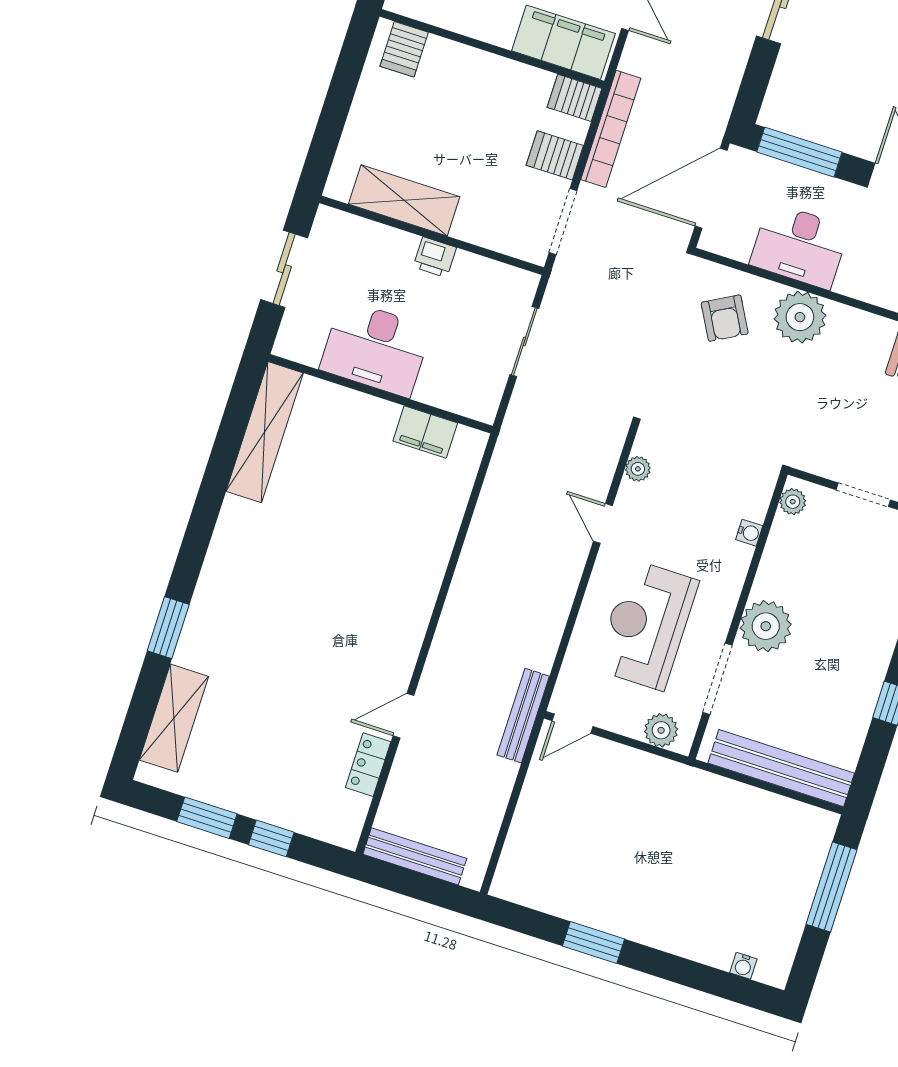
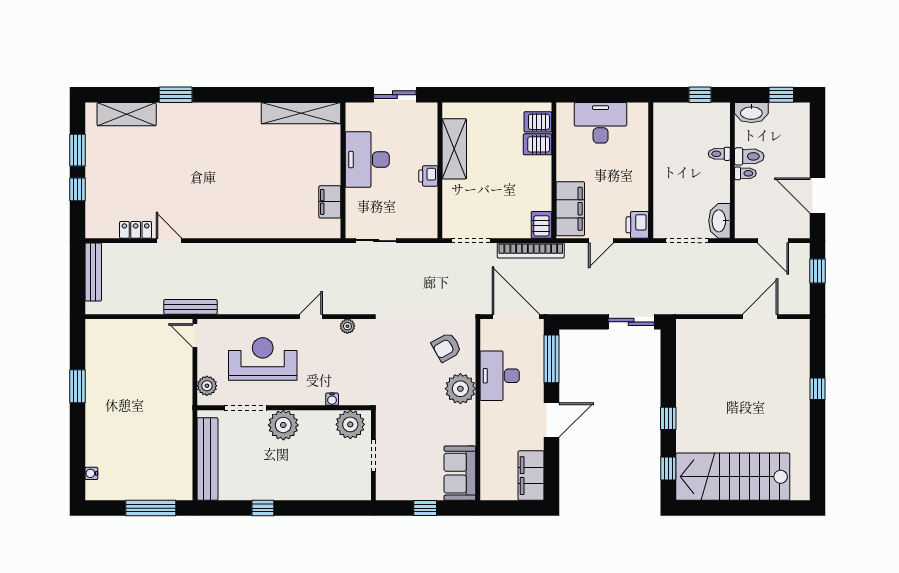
server rack: (555, 155) -> (537, 144), moved, turned -90
sliding door: (524, 341) -> (376, 241), moved
plant: (793, 502) -> (350, 424), width x1.88, depth x1.88

